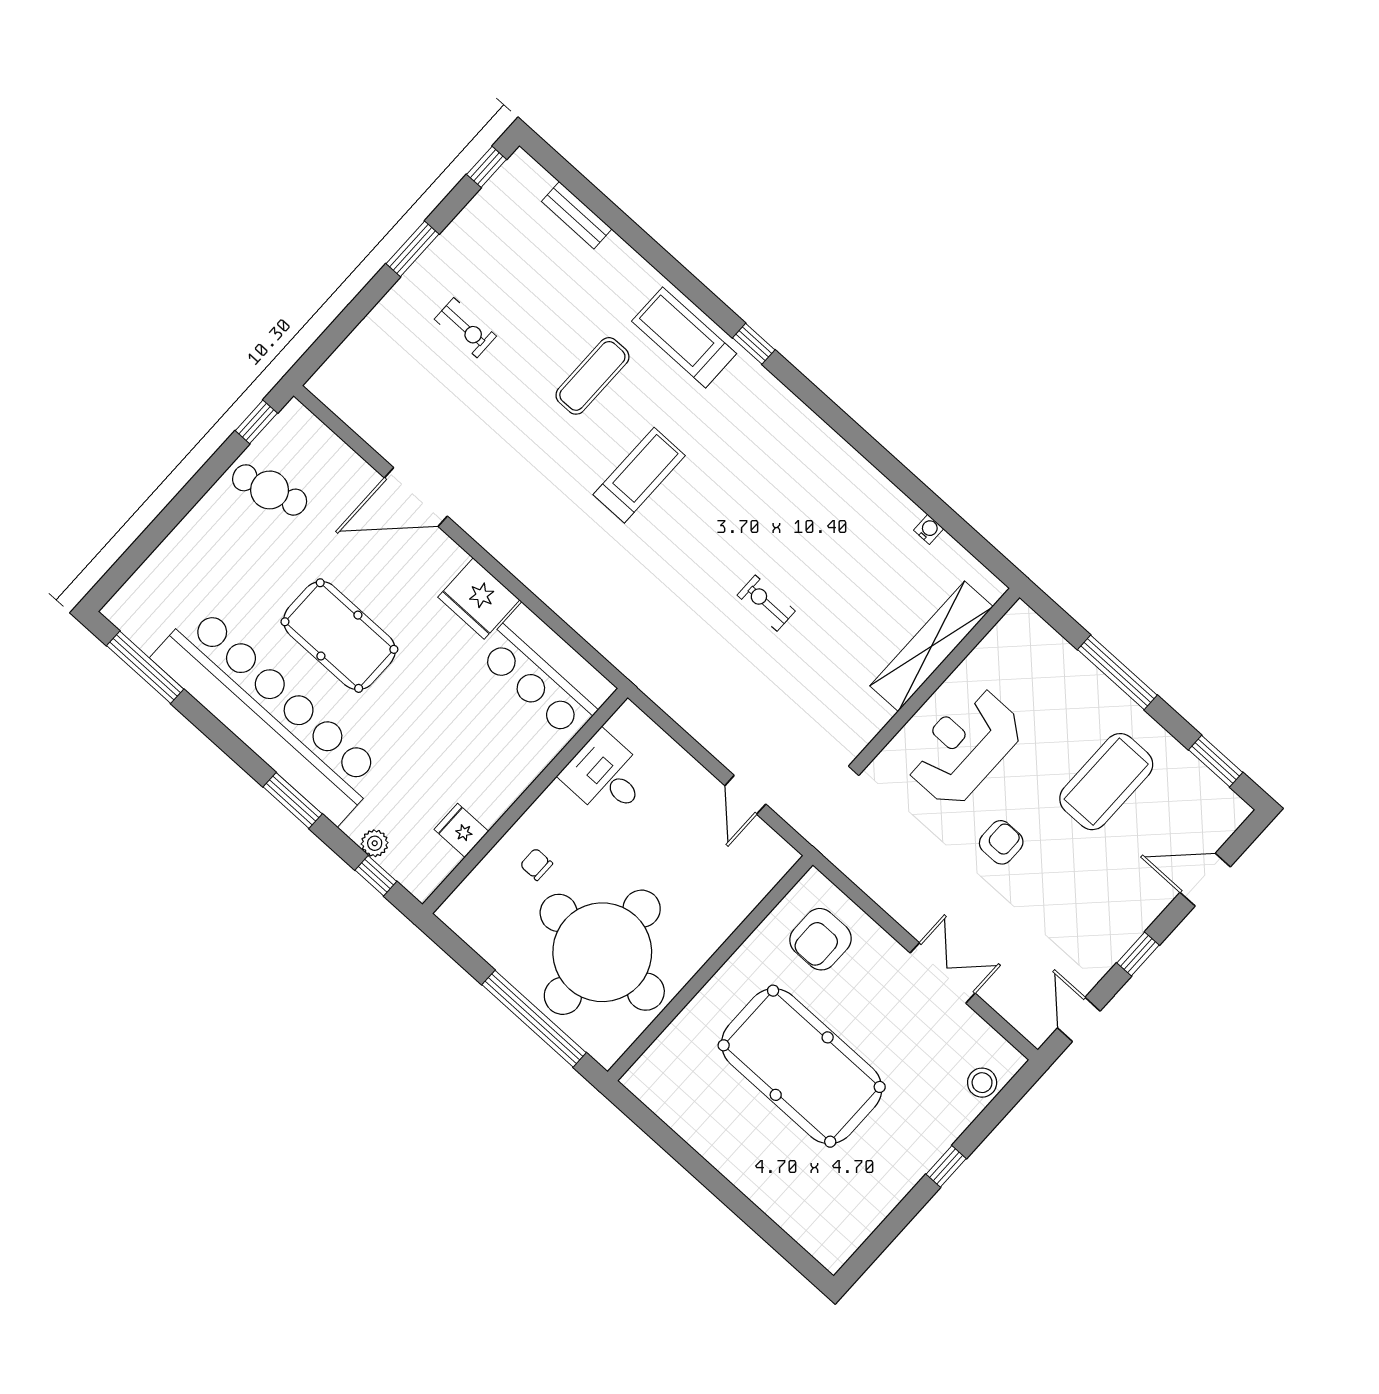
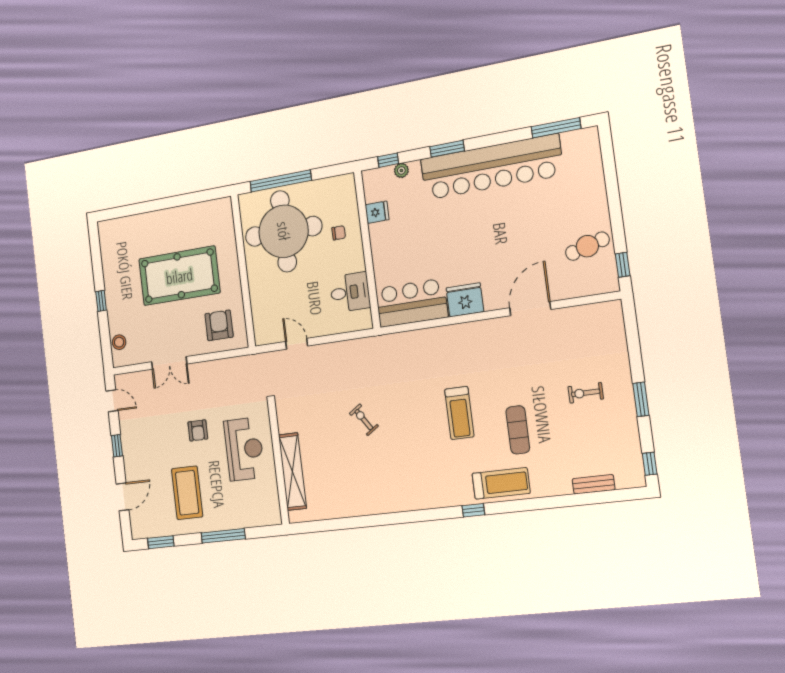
water cooler: (929, 529) -> (338, 513), removed
exercise bike: (766, 603) -> (364, 420), turned -124
pool table: (339, 636) -> (499, 226), removed

